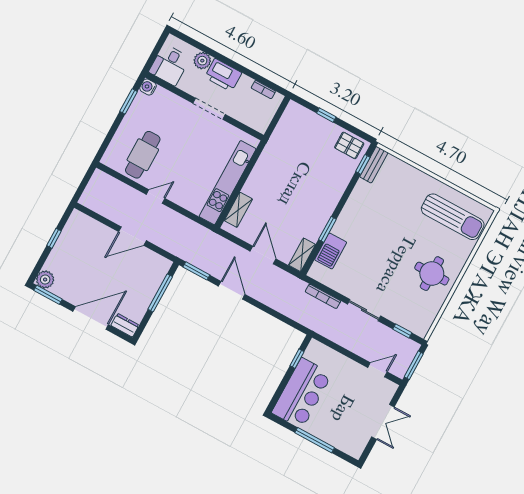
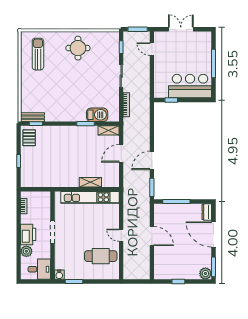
shelving: (238, 210) -> (90, 182), moved
sun lounger: (453, 217) -> (38, 54), width x0.73, depth x0.75

